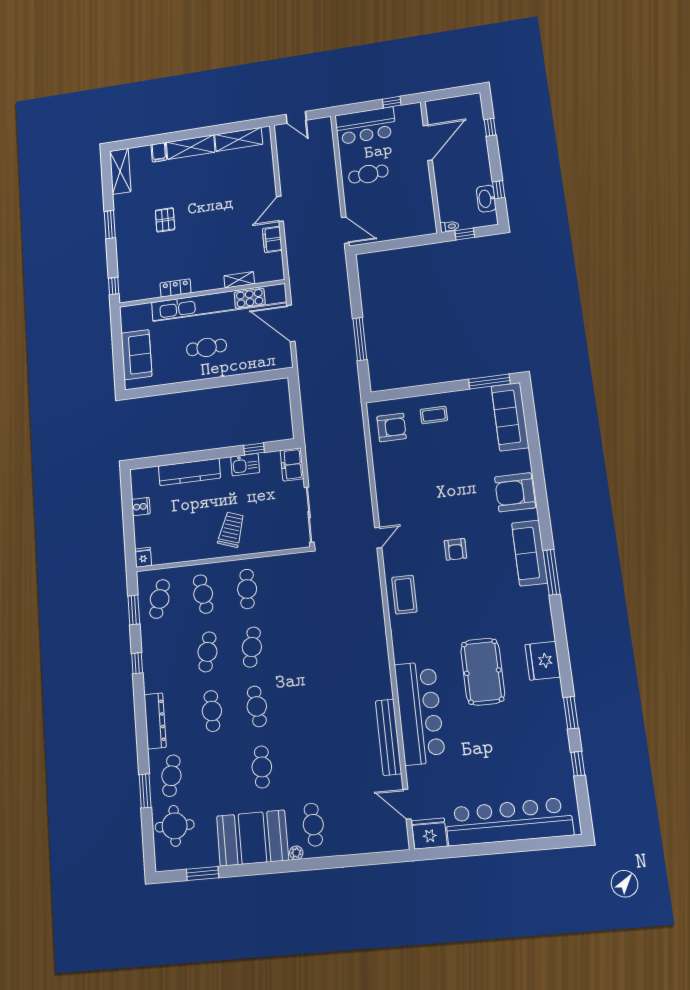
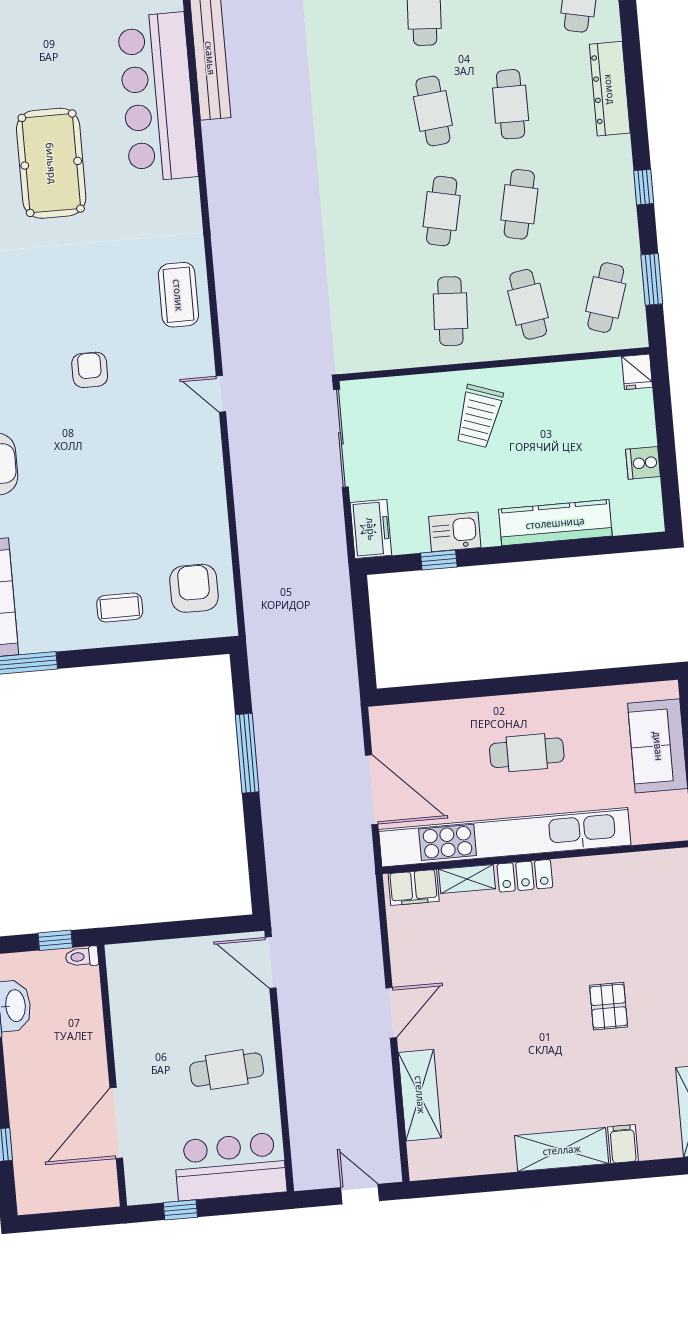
shelving: (239, 139) -> (420, 1095), moved, turned 90
filing cabinet: (272, 239) -> (414, 887), moved, turned 90
locker: (176, 288) -> (525, 876), moved
armchair: (392, 427) -> (194, 588), turned 90
door: (378, 538) -> (221, 394), hinge flipped

